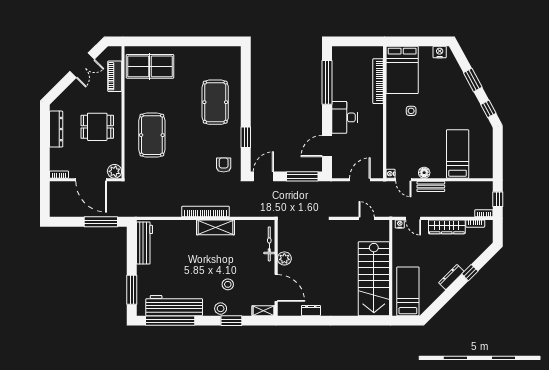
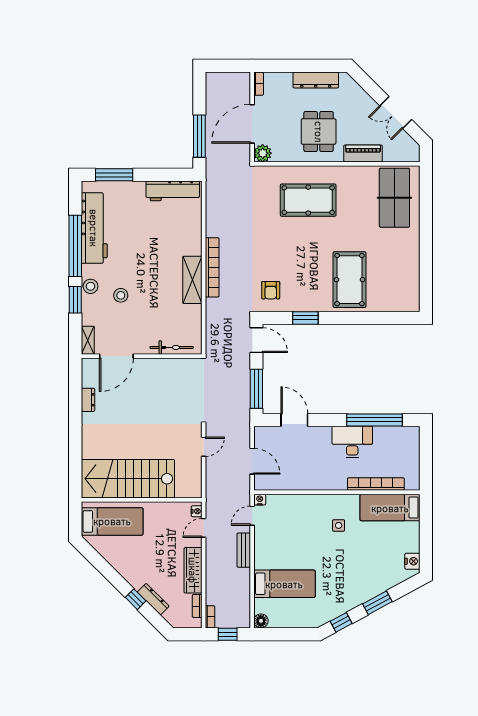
bed: (402, 70) -> (390, 508), width x0.67
piano: (115, 76) -> (363, 153), moved
pool table: (215, 102) -> (350, 280), turned 90
desk: (344, 117) -> (352, 442), moved
armchair: (224, 165) -> (271, 290), turned 90
floor lamp: (424, 173) -> (261, 621), moved
door: (367, 218) -> (204, 447), moved
plant: (284, 258) -> (153, 366), removed
dresser: (451, 277) -> (153, 599), moved
window: (170, 321) -> (75, 246), moved

